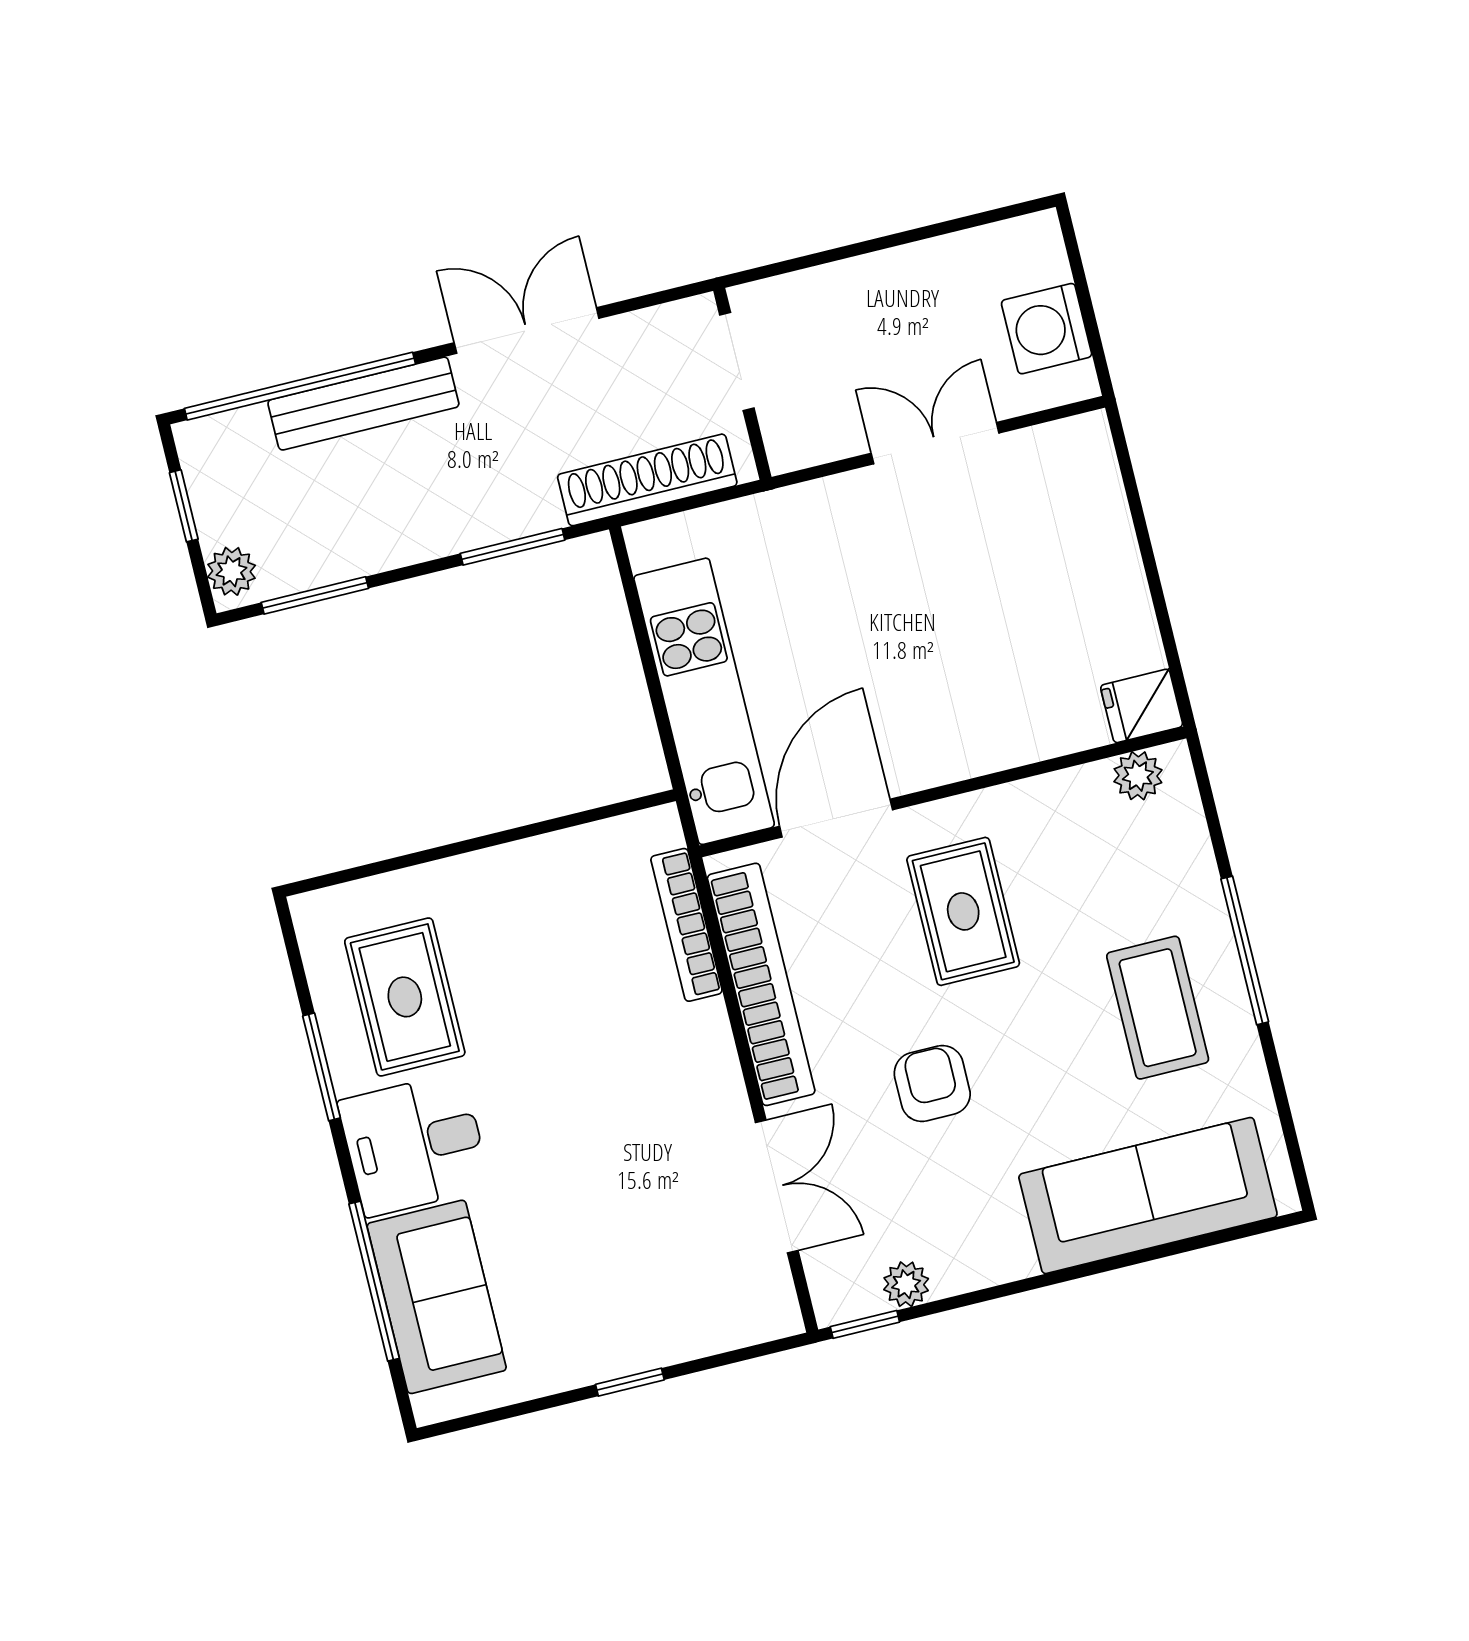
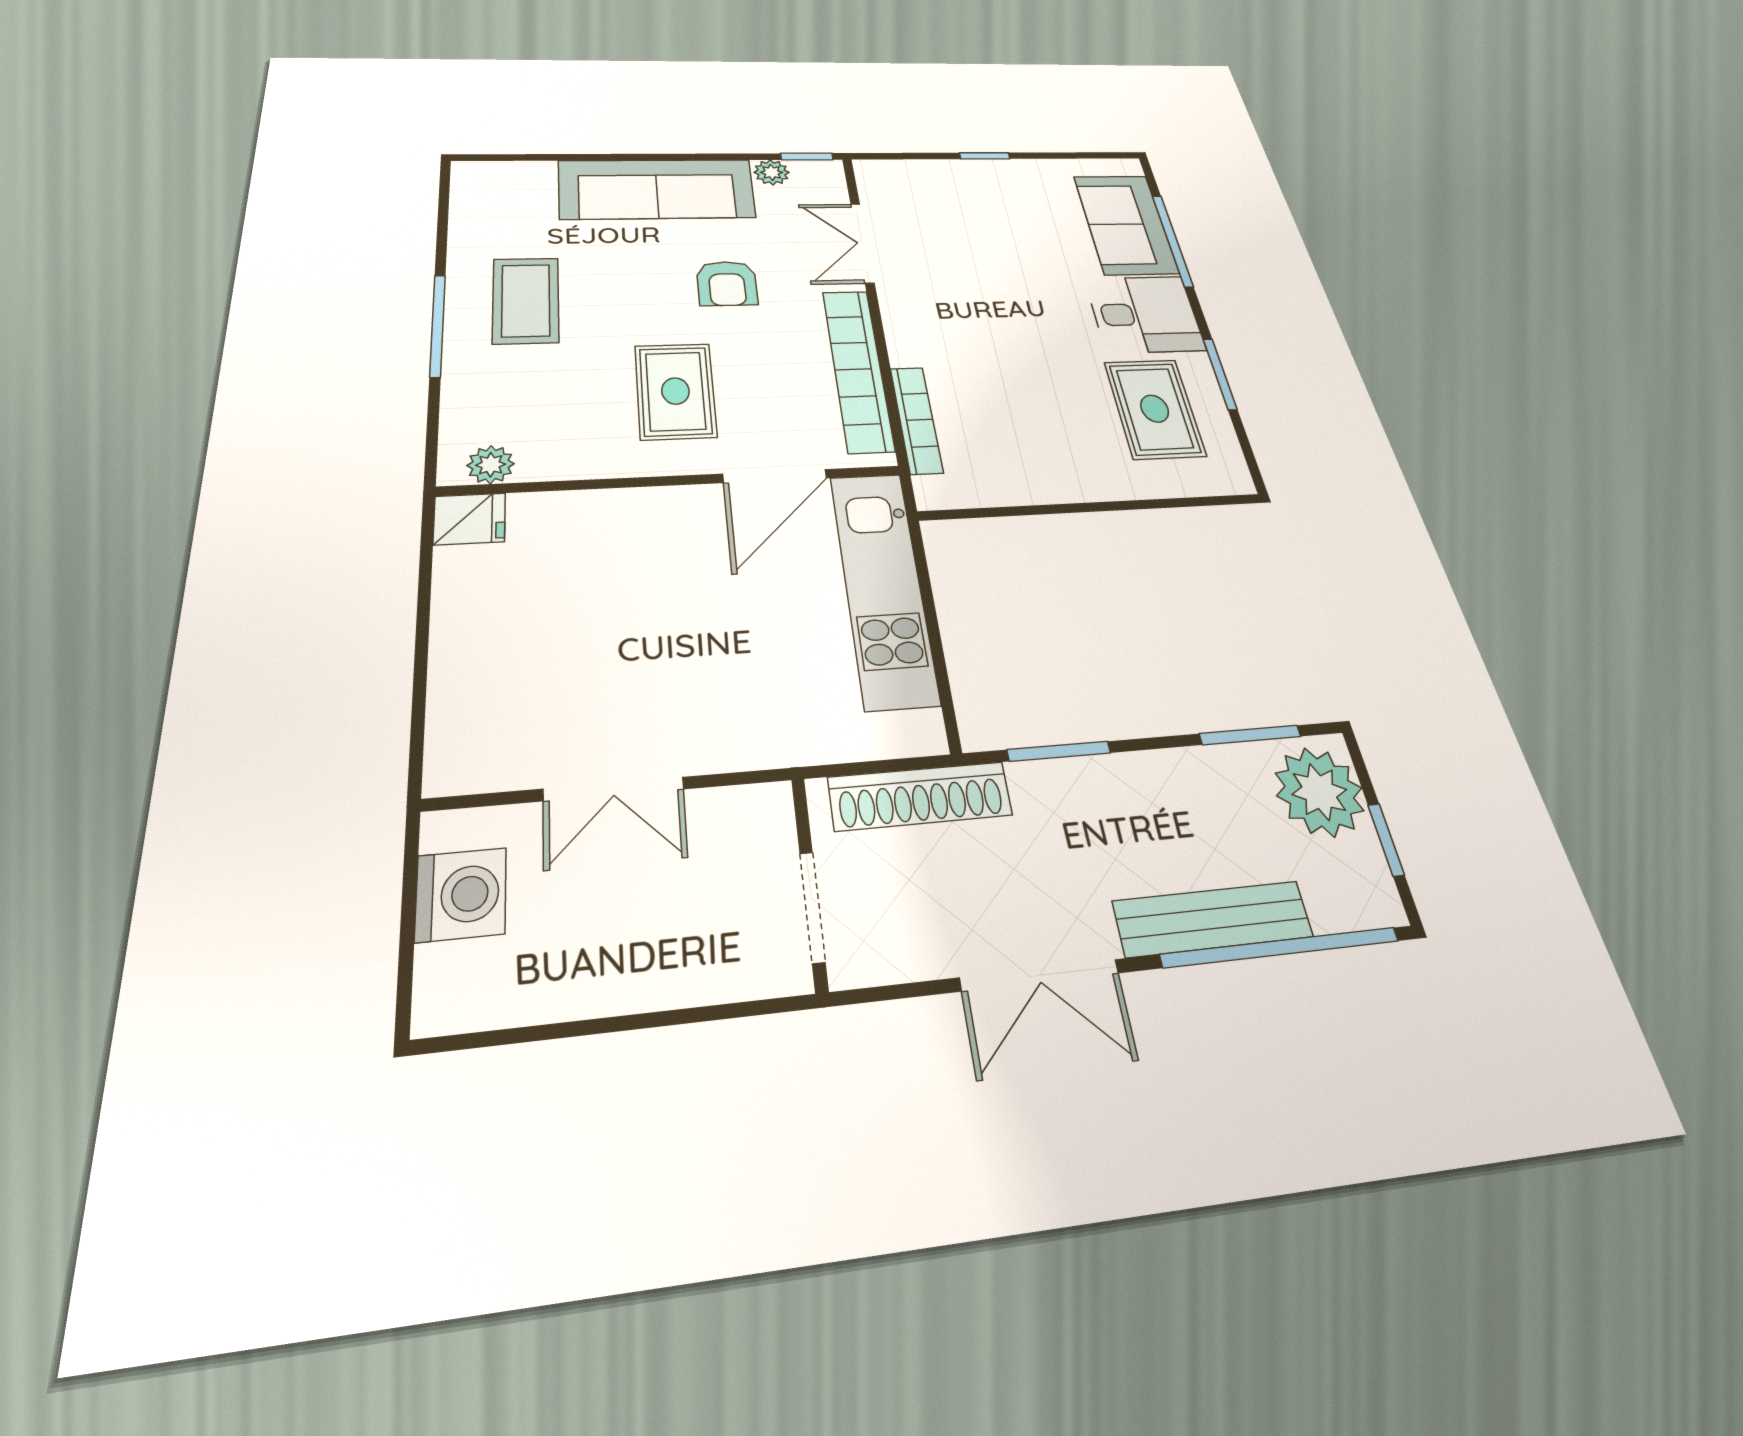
plant: (231, 571) -> (1319, 792), width x1.88, depth x1.88
sofa: (1148, 1196) -> (657, 189), moved

